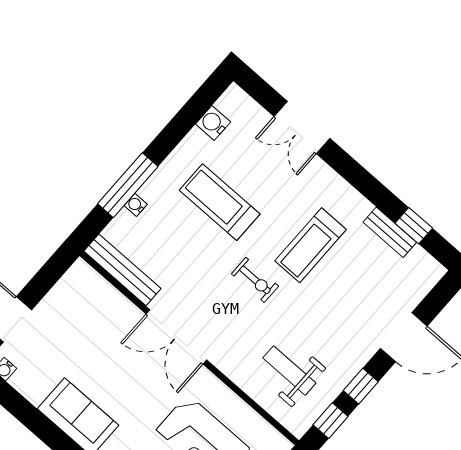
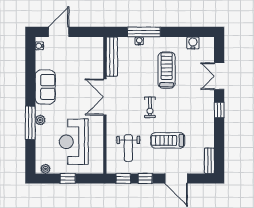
window: (414, 226) -> (219, 110), moved
bench: (390, 232) -> (209, 161), moved
treadmill: (311, 245) -> (168, 140), moved
weight bench: (289, 370) -> (128, 148), turned 180

